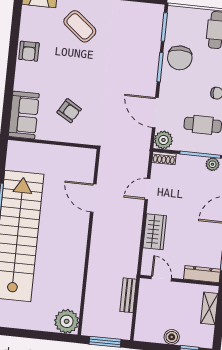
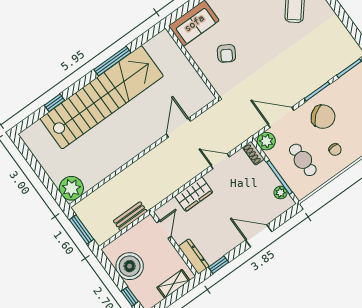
chair: (180, 58) -> (323, 117), moved, turned -129
door: (155, 113) -> (281, 117), hinge flipped
boiler: (172, 337) -> (130, 266), width x1.86, depth x1.86

